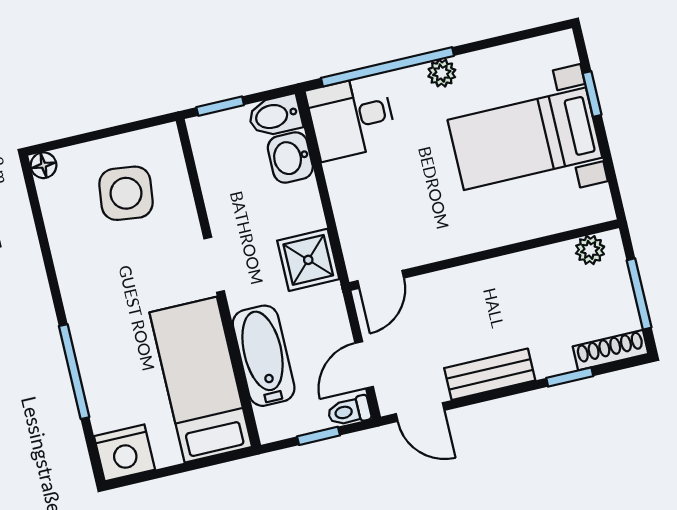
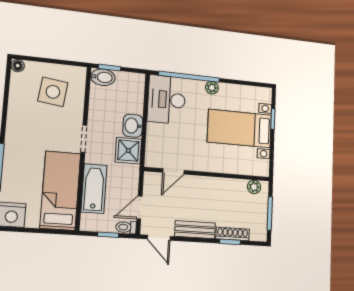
bidet: (275, 116) -> (103, 77), moved, turned 180
desk: (351, 118) -> (167, 100), width x1.37
washbasin: (290, 158) -> (133, 126), moved
door: (381, 279) -> (173, 171), moved
shoe rack: (610, 350) -> (233, 234), moved

